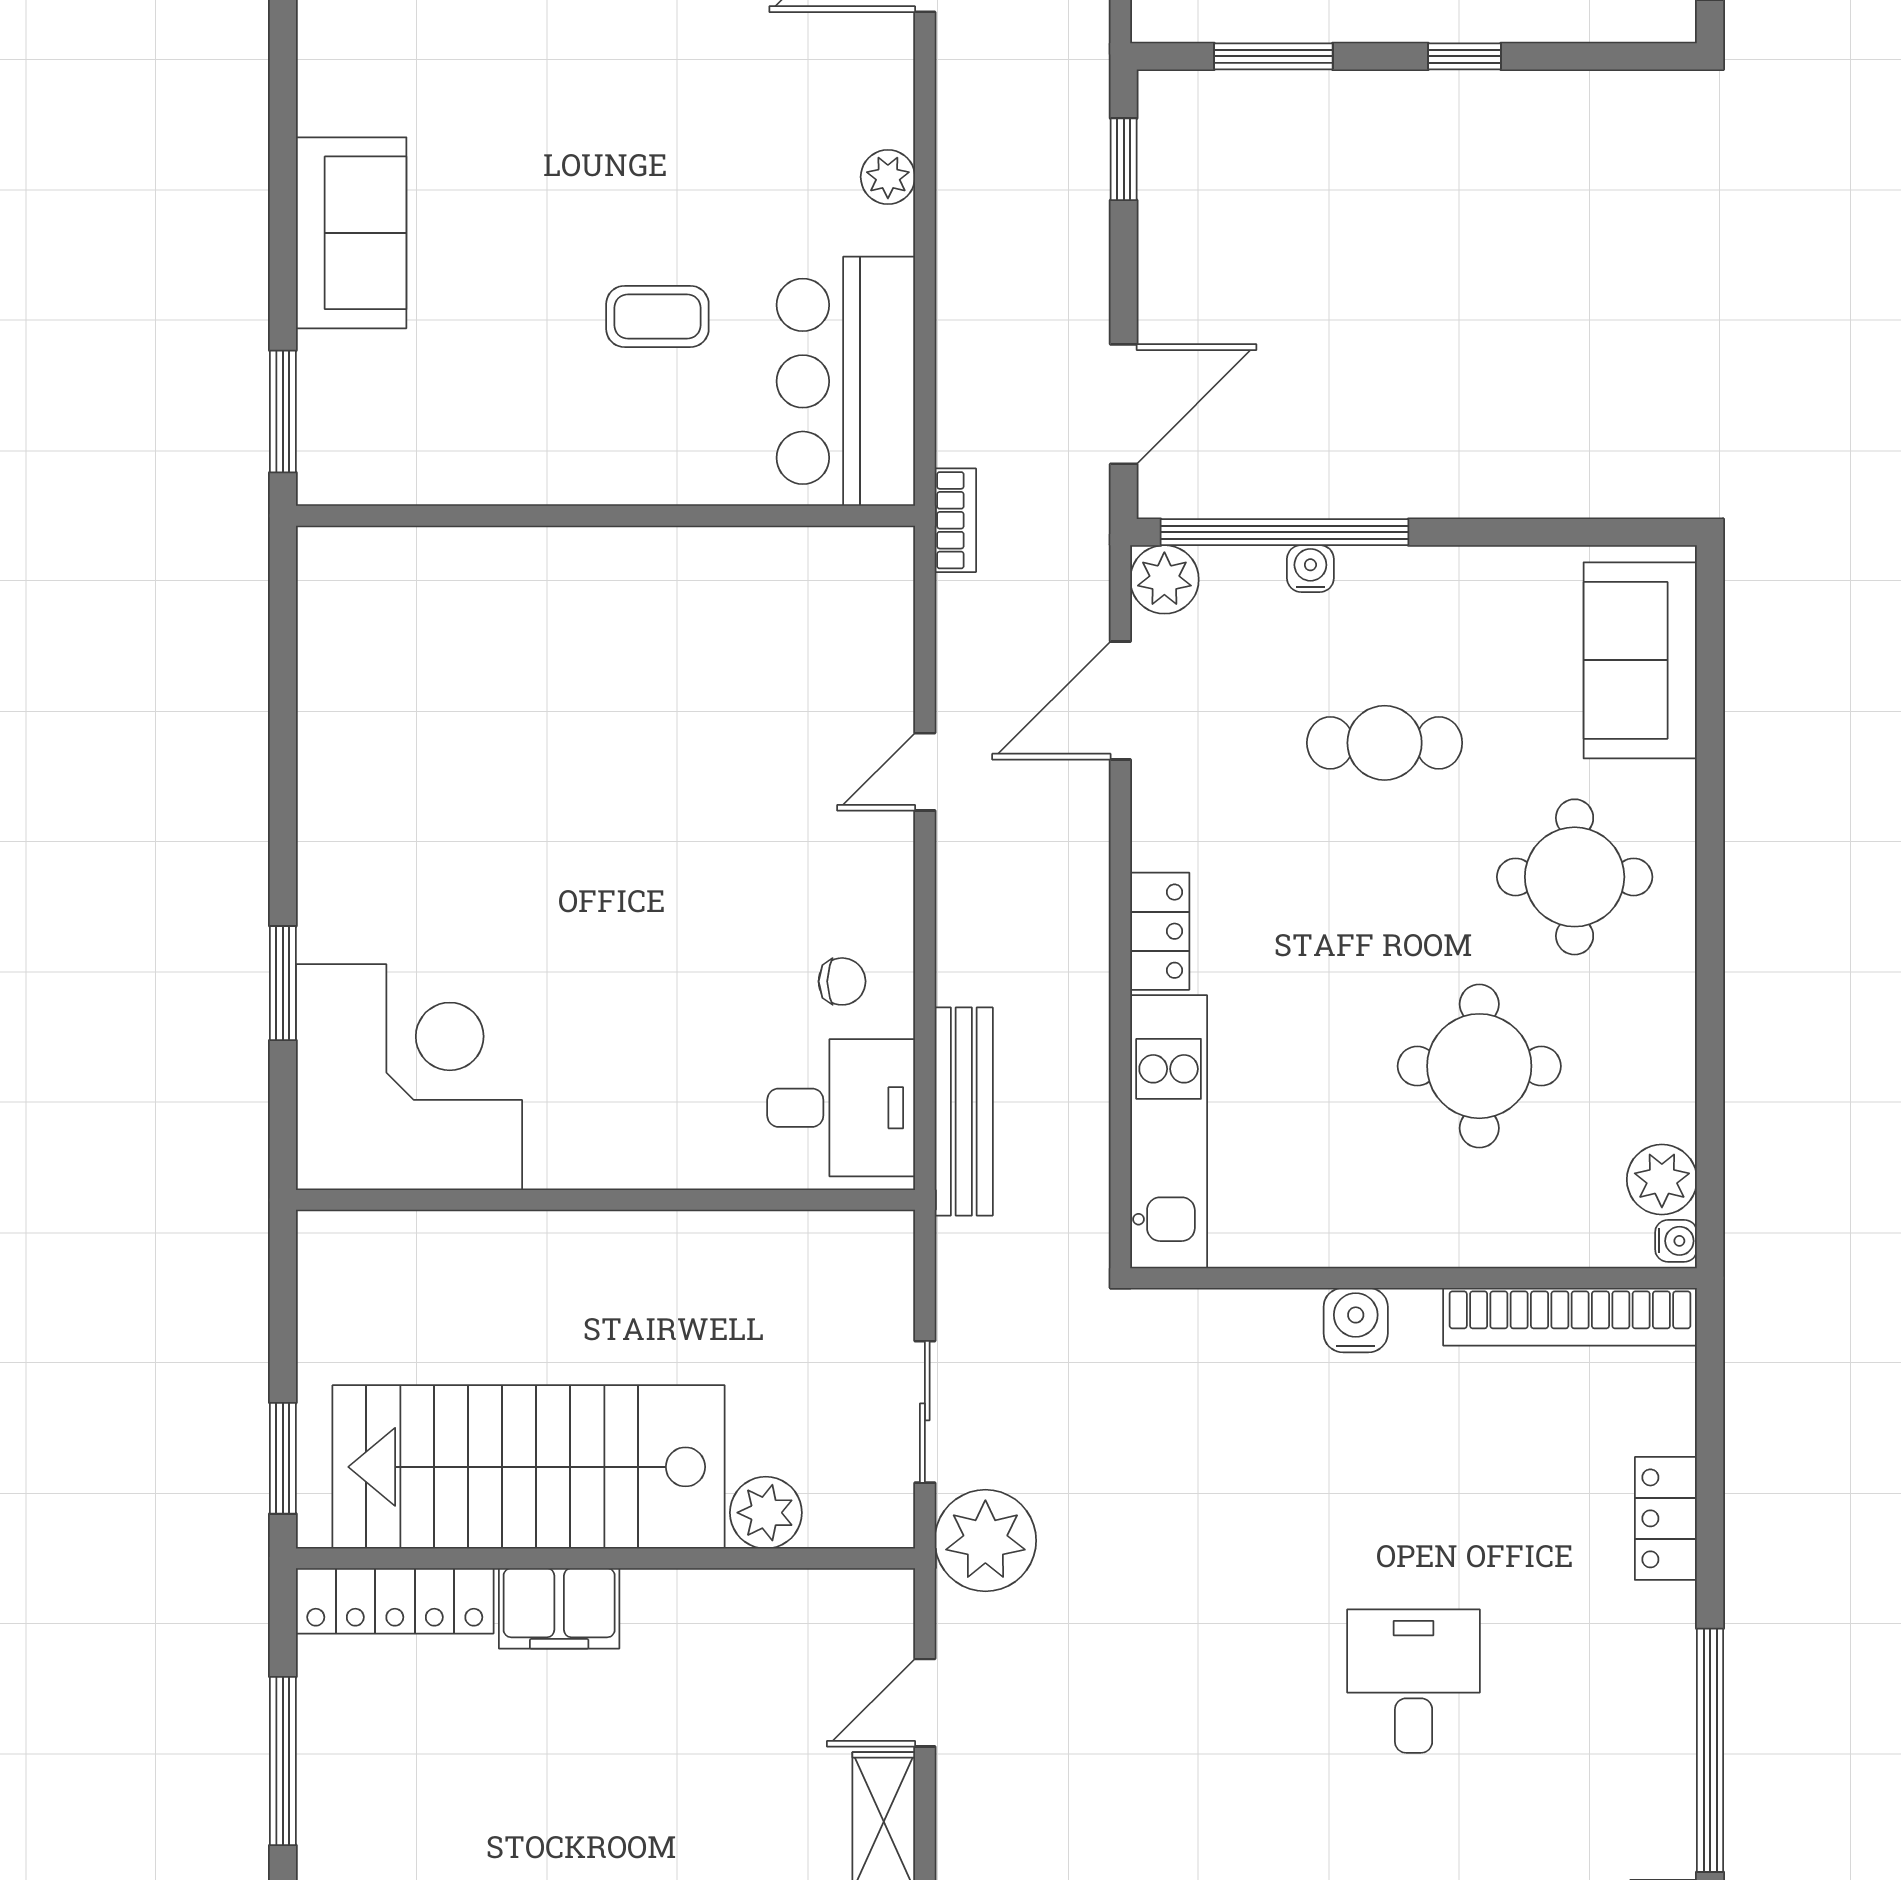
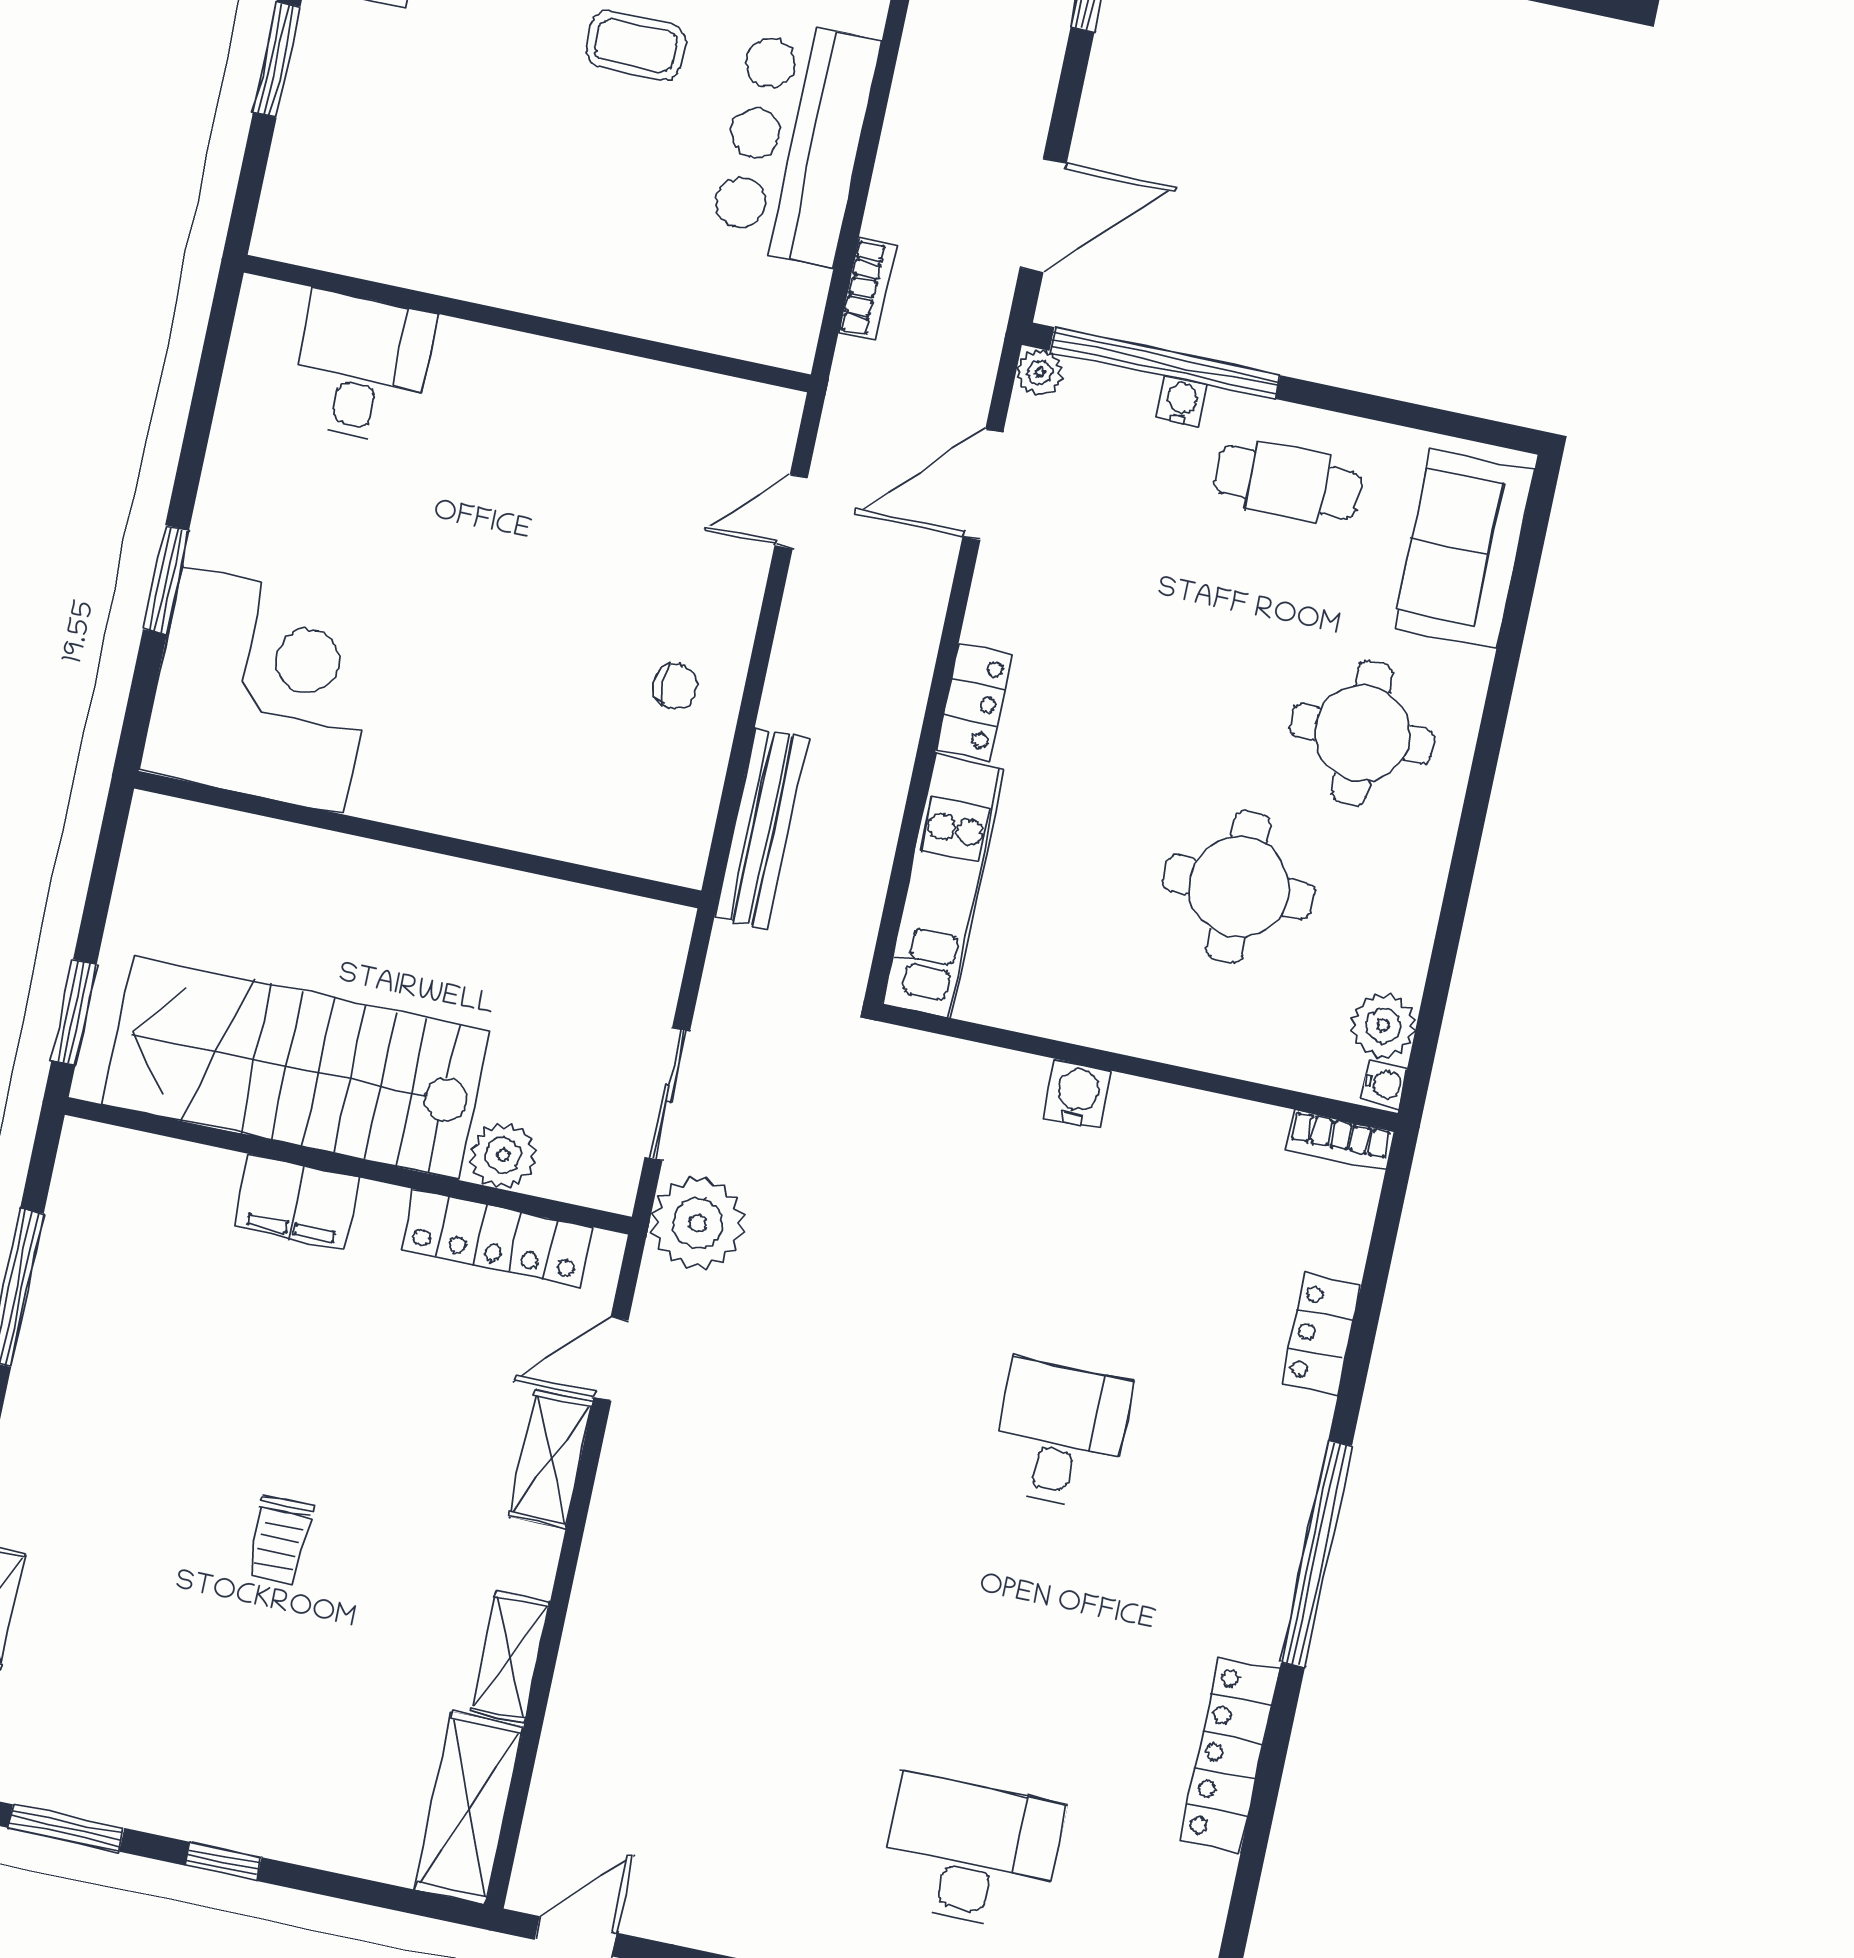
wall: (606, 516) -> (527, 324), moved
plant: (1164, 579) -> (1040, 373), width x0.73, depth x0.73
cafe table: (1385, 743) -> (1288, 482), moved
desk: (841, 1108) -> (361, 368), moved, turned -90
bookcase: (1570, 1317) -> (1340, 1140), width x0.43, depth x0.76
locker: (395, 1601) -> (497, 1238), moved

